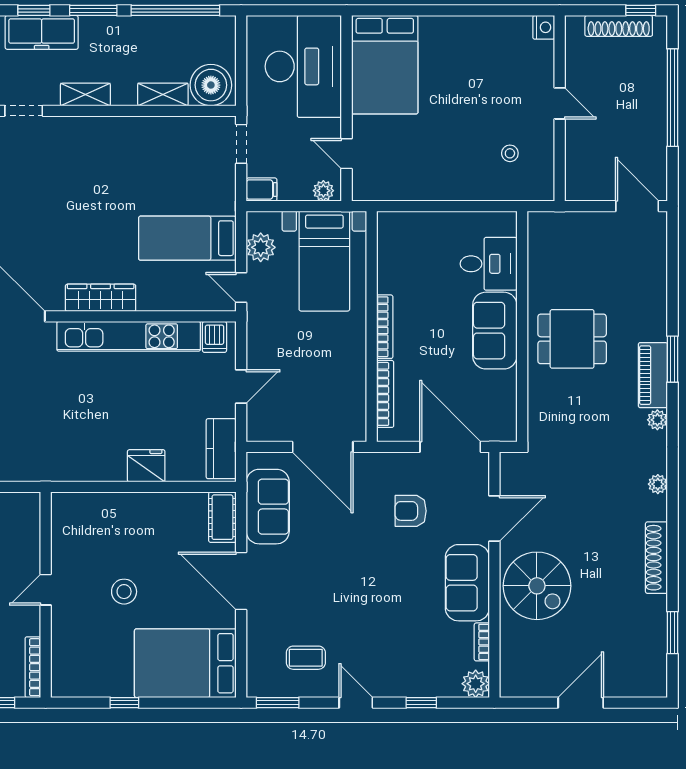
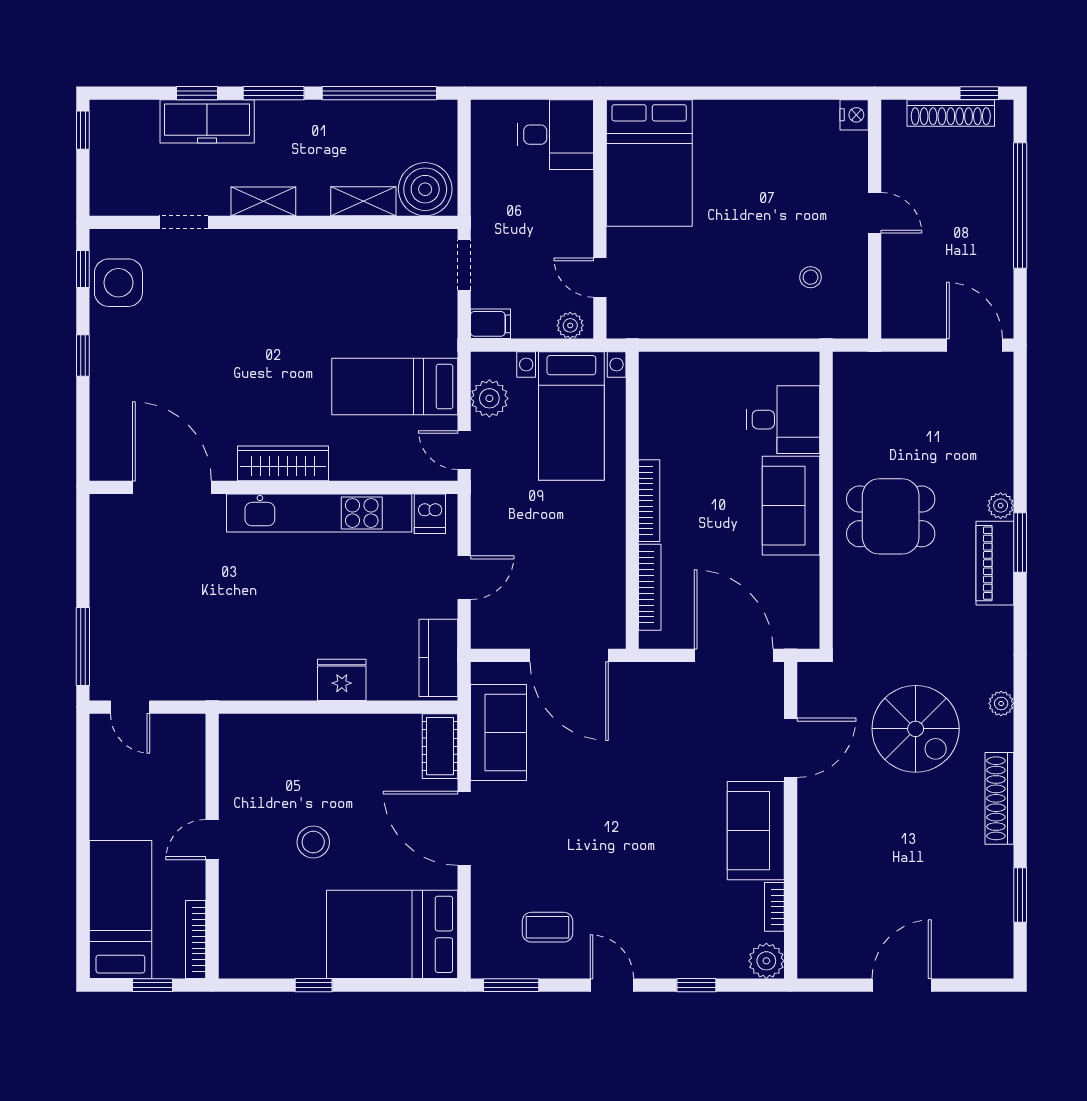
desk: (303, 66) -> (556, 135), width x0.53, depth x0.77
plant: (657, 420) -> (1001, 506), moved
armchair: (411, 511) -> (683, 738), removed
spiral stairs: (537, 586) -> (916, 729), moved

